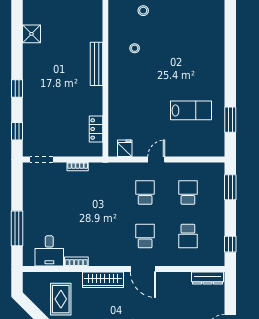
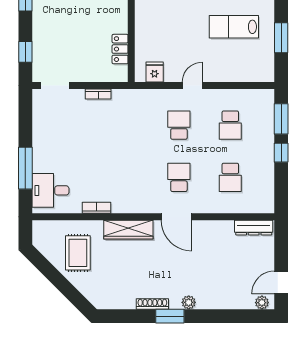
lab bench: (191, 110) -> (234, 27), turned 180
school desk: (188, 192) -> (230, 125), turned 180
window: (230, 244) -> (281, 153), moved
desk: (49, 251) -> (50, 190), moved, turned 90

